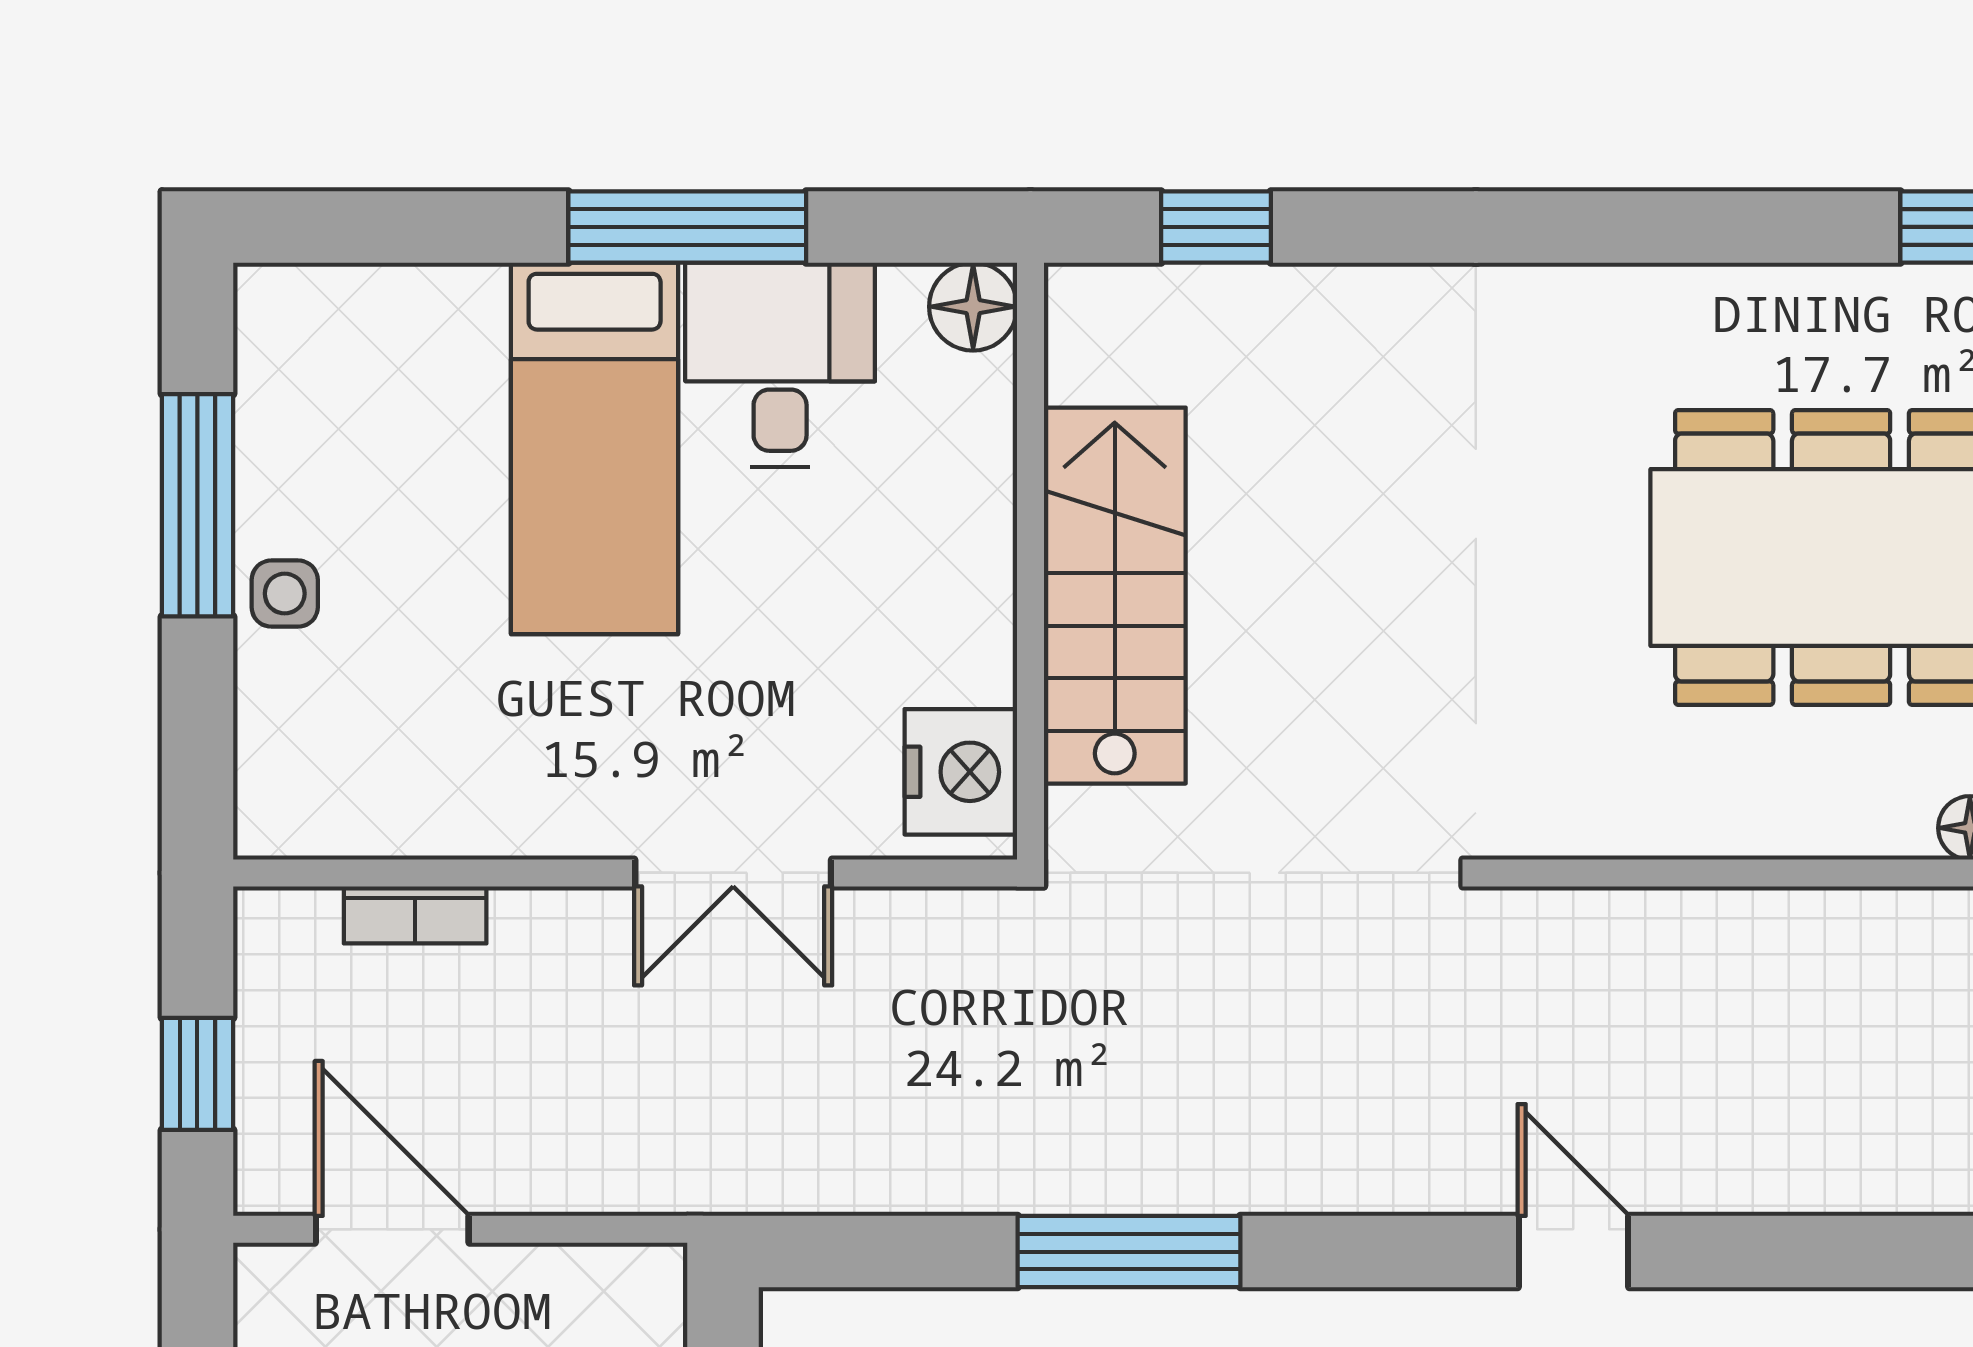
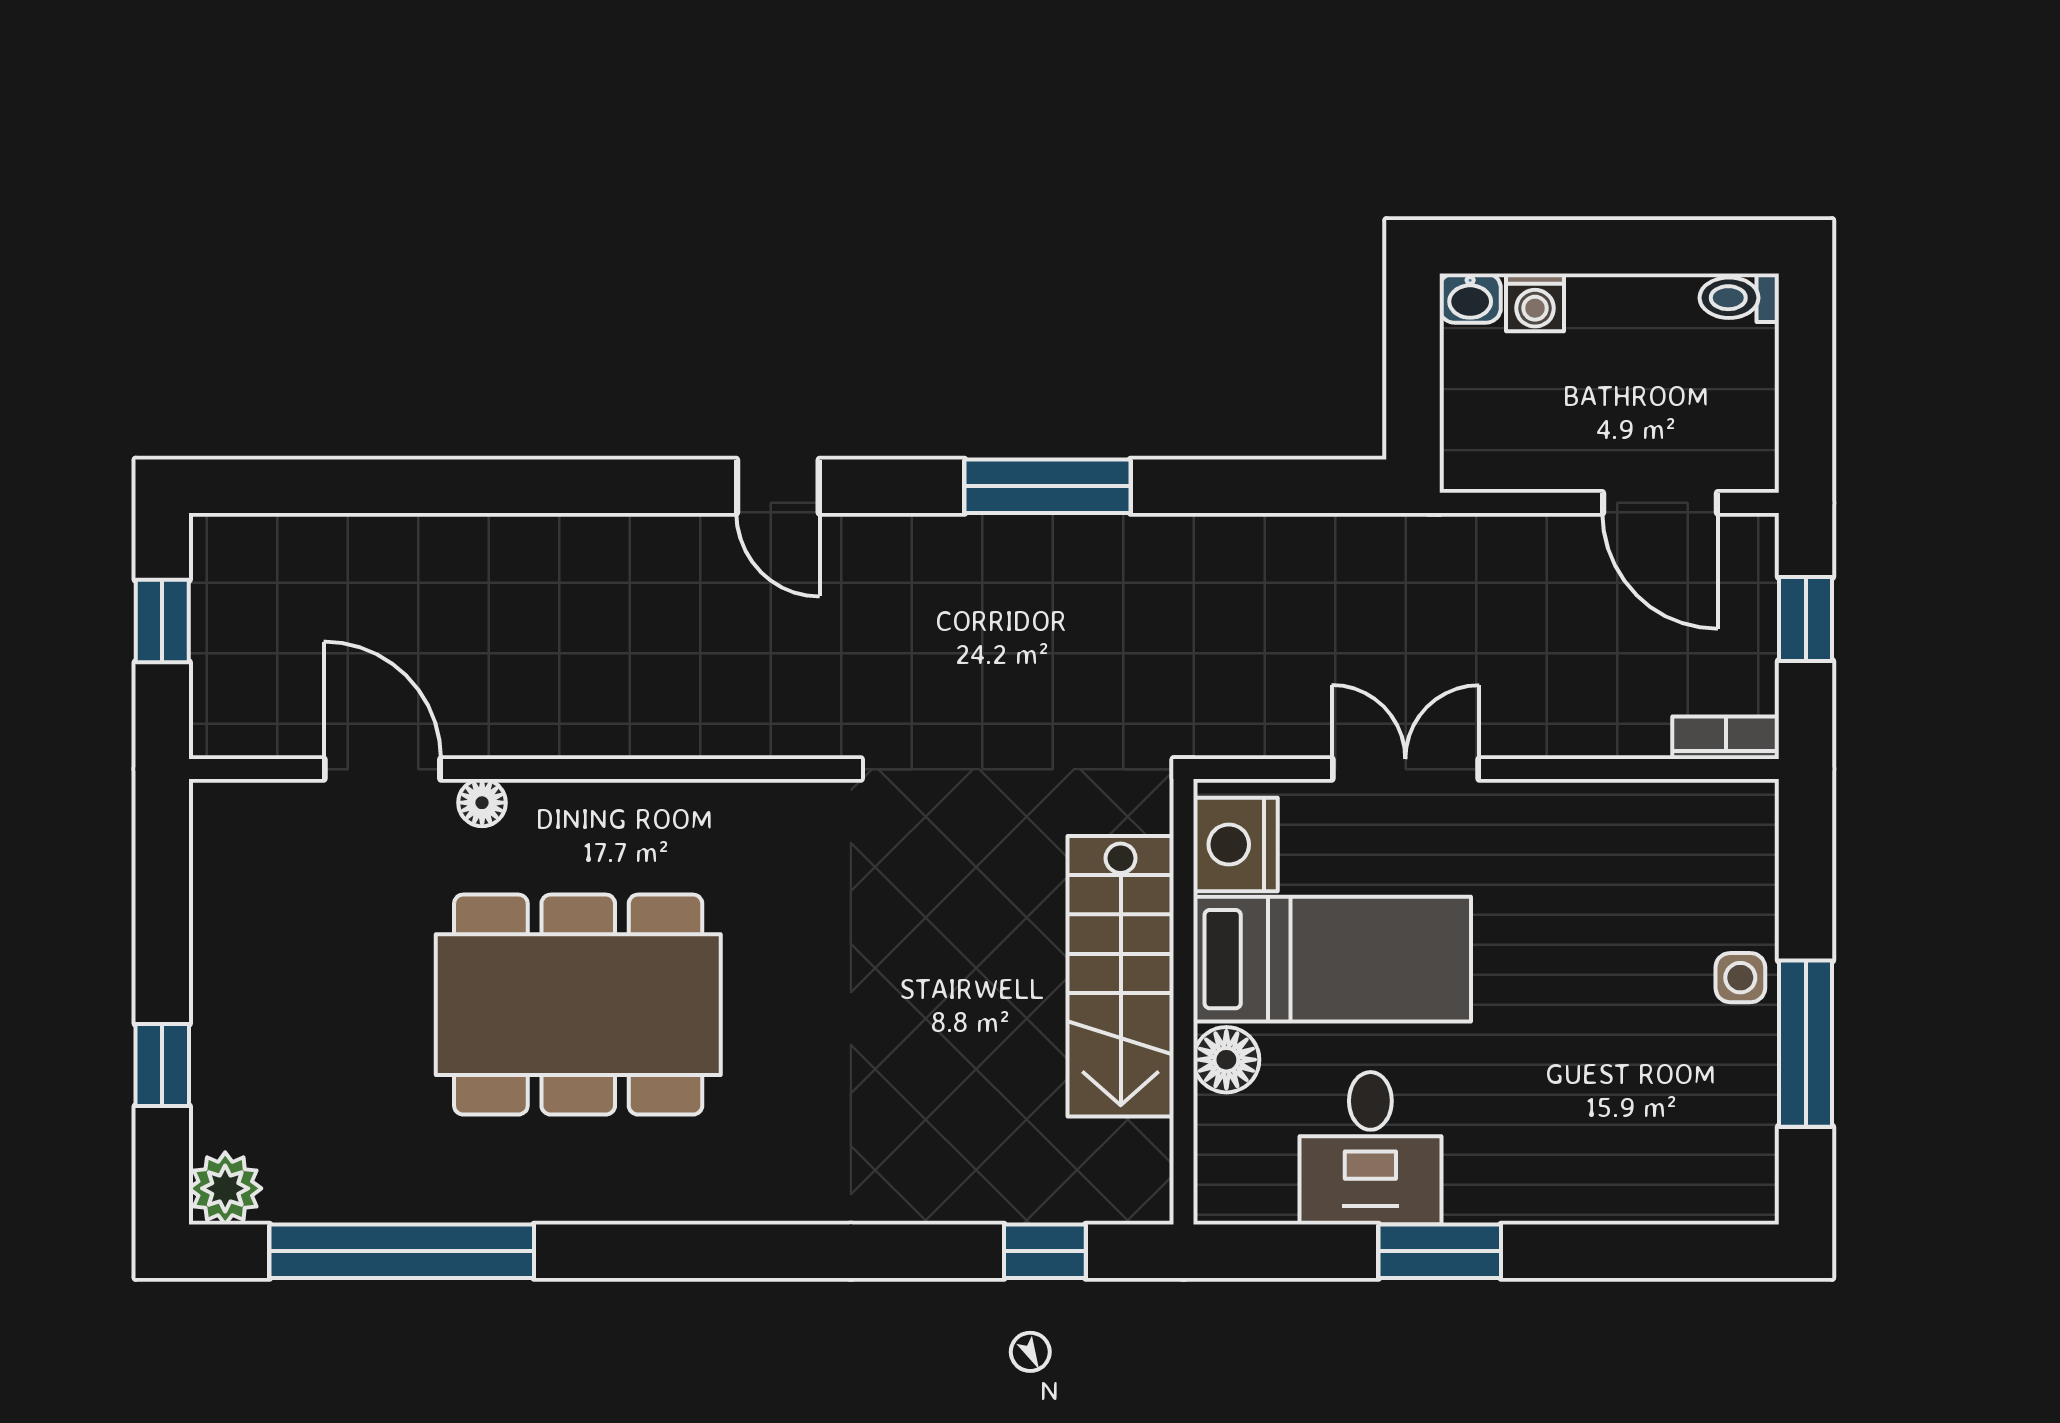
window: (687, 227) -> (1440, 1251), width x0.69
floor lamp: (973, 307) -> (1226, 1060), moved
bed: (595, 448) -> (1332, 959), moved, turned 90
bookcase: (415, 915) -> (1726, 738), moved
window: (1129, 1252) -> (1048, 486), moved

